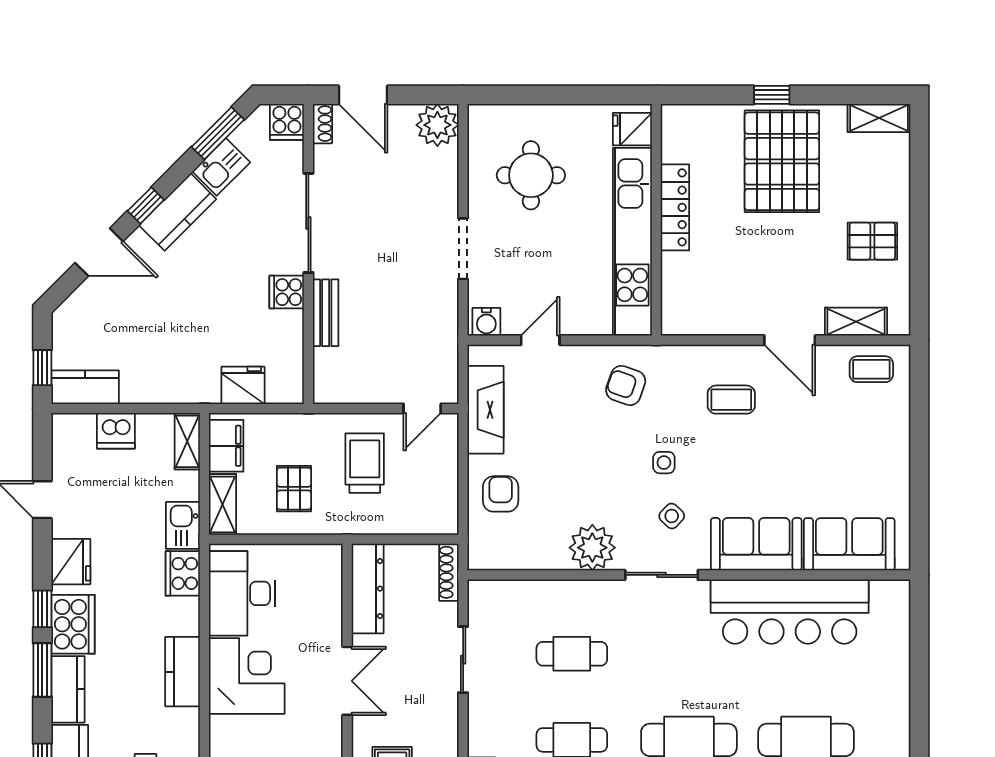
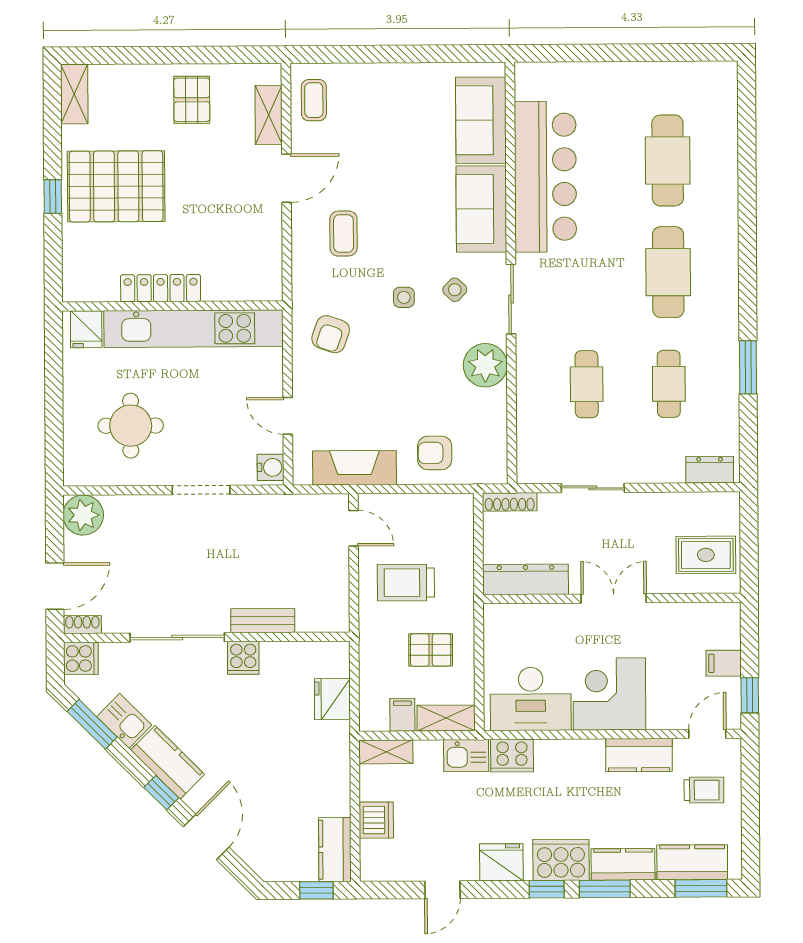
filing cabinet: (226, 446) -> (402, 715), width x0.50
kitchen counter: (183, 672) -> (639, 755), moved

